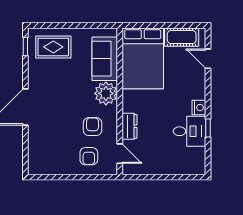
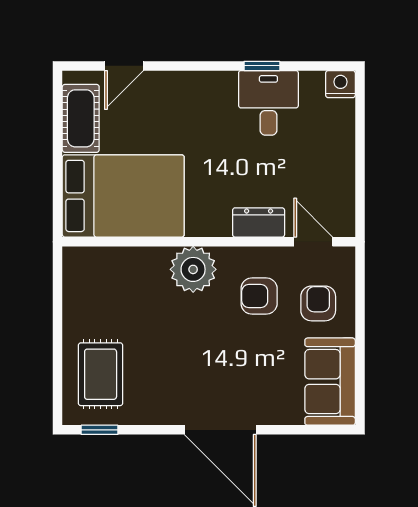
sofa: (105, 59) -> (330, 382), moved, turned 90
nightstand: (199, 108) -> (340, 84), moved
door: (120, 154) -> (313, 242), hinge flipped
armchair: (89, 156) -> (318, 303), turned -90

